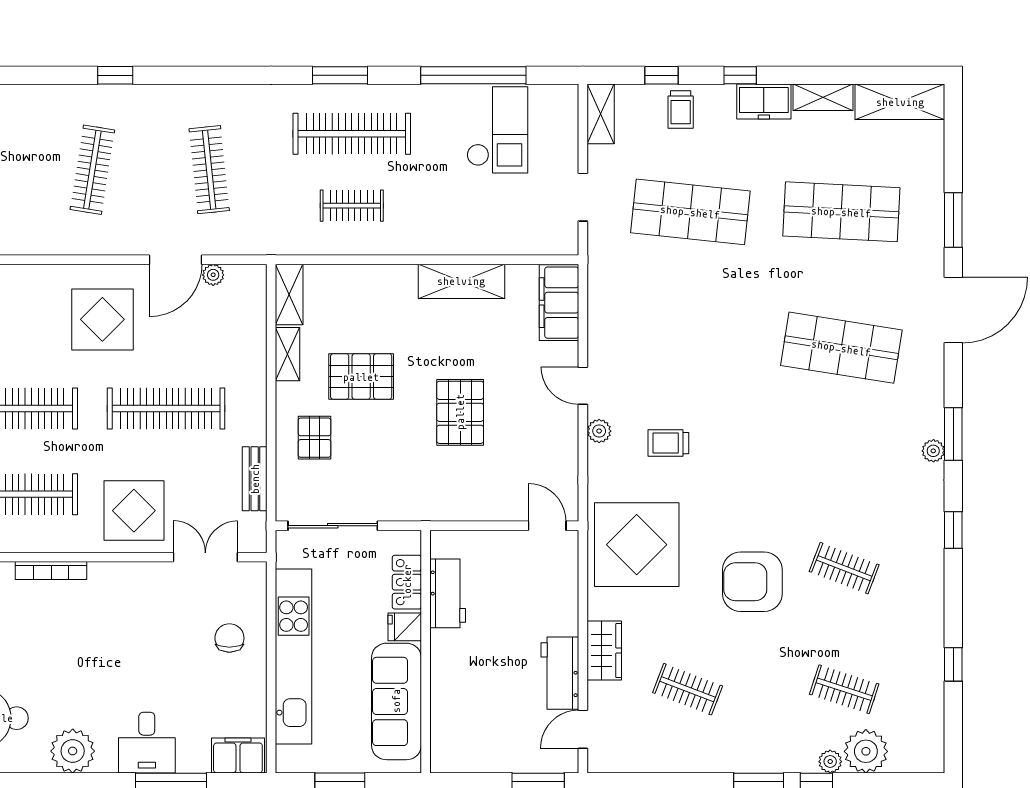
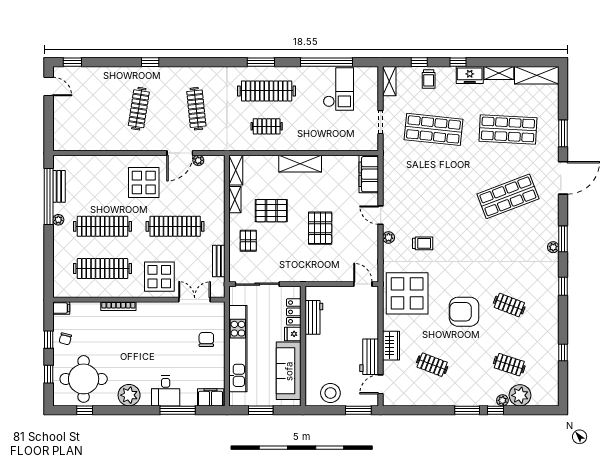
shelving: (461, 281) -> (300, 164), moved
shop shelf: (841, 348) -> (508, 196), turned -30
trolley: (668, 443) -> (423, 243), turned 180
stool: (481, 747) -> (330, 393), added

